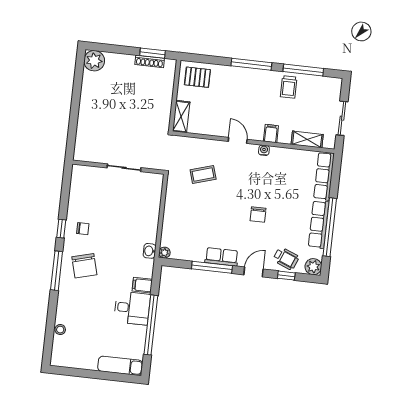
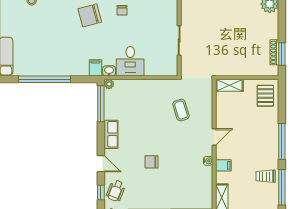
window: (212, 267) -> (101, 104), moved
filing cabinet: (142, 285) -> (95, 68), moved
desk: (132, 308) -> (130, 61), moved

